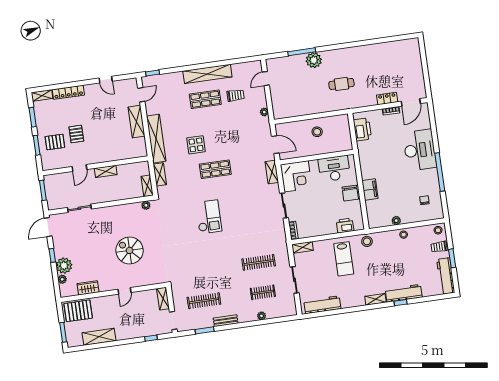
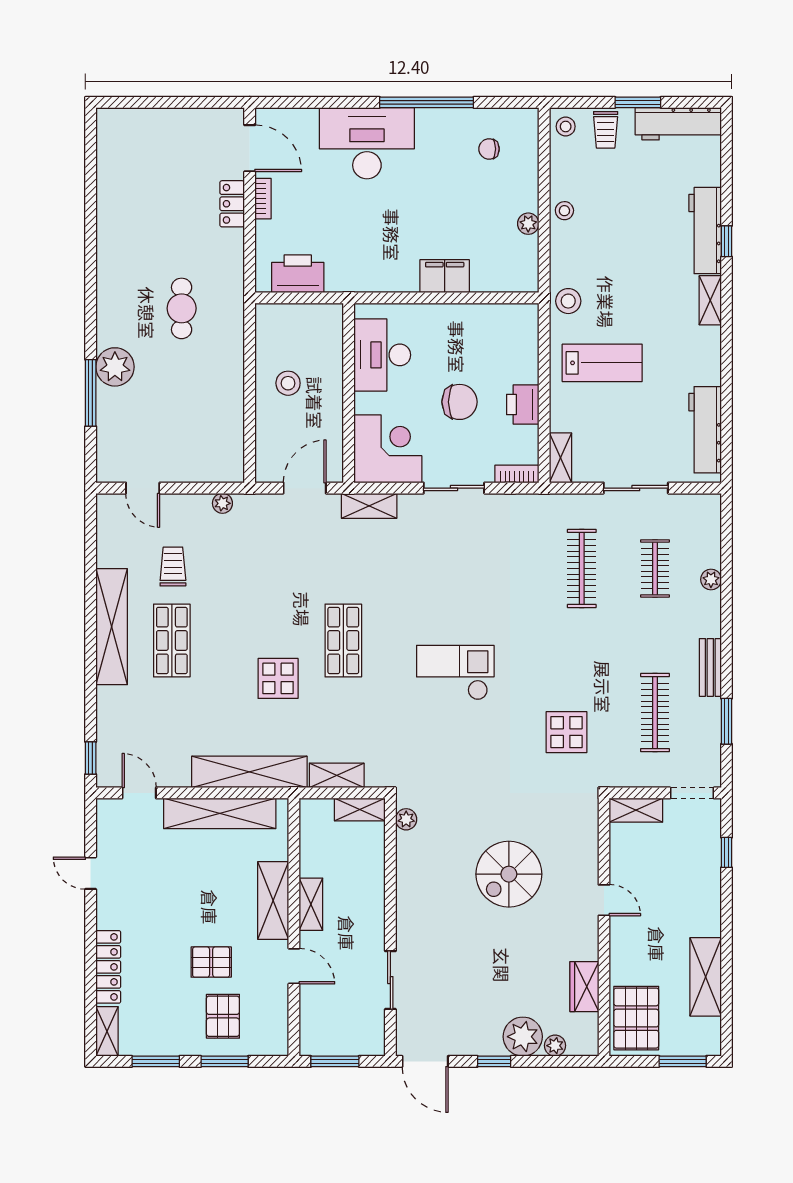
door: (106, 80) -> (91, 873), swing flipped
shelving: (136, 122) -> (220, 813), width x1.47
shelving: (105, 156) -> (273, 901), added
chair: (350, 193) -> (460, 402), moved
printer: (345, 226) -> (523, 405), moved
display table: (191, 266) -> (567, 732), added

